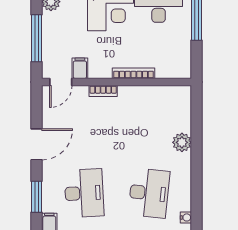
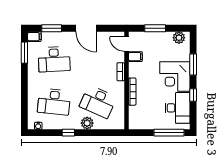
window: (37, 38) -> (155, 28), width x0.69
desk: (149, 126) -> (98, 102), added
window: (197, 171) -> (68, 133), added

